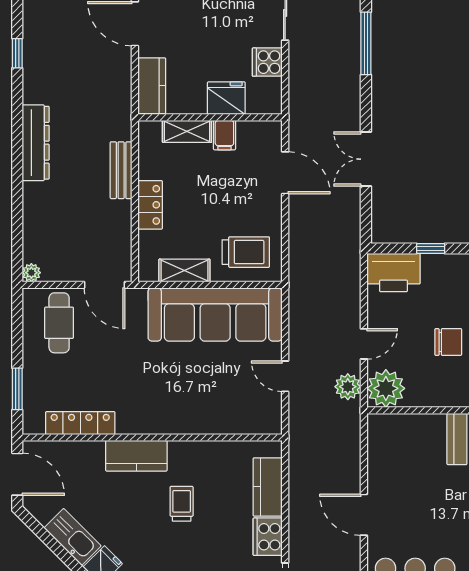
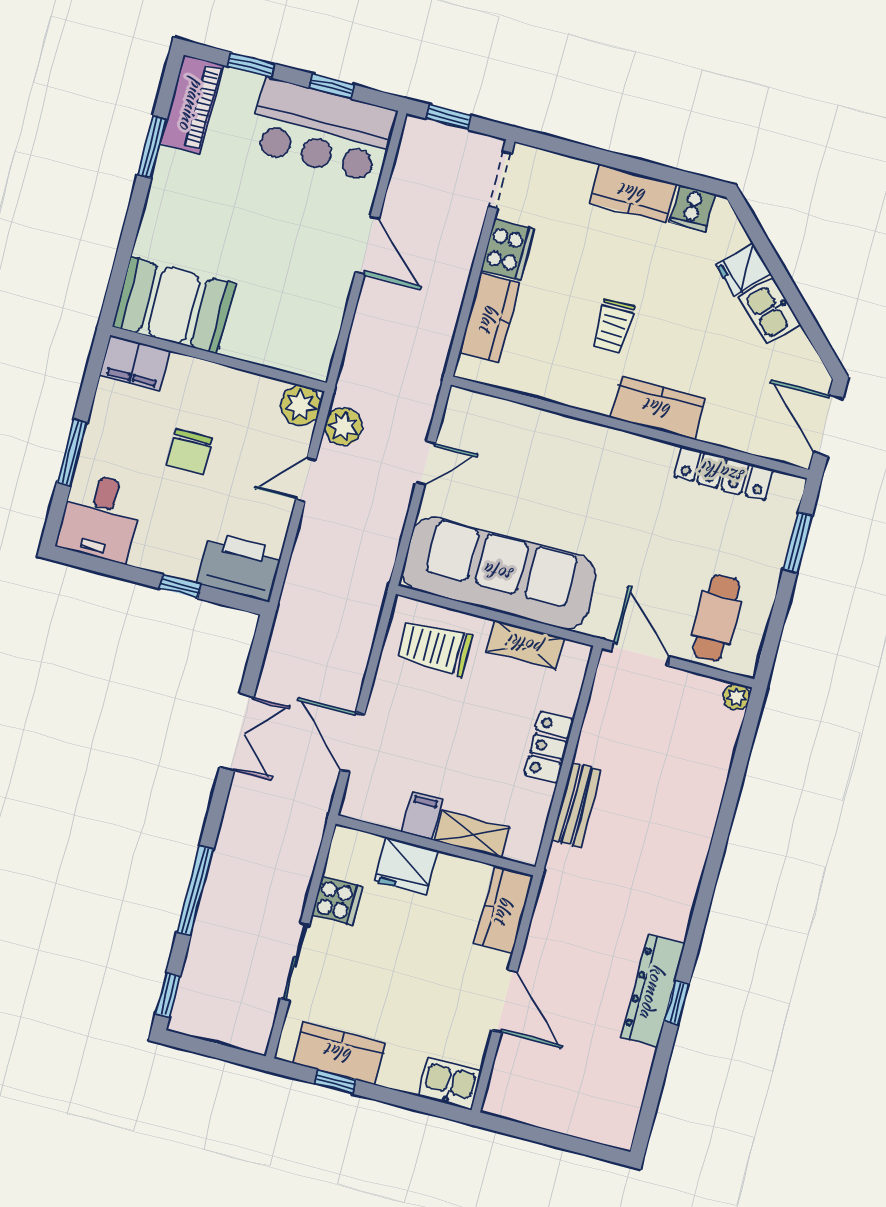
dresser: (36, 143) -> (653, 991), moved
chair: (448, 342) -> (190, 452), turned -90
door: (285, 376) -> (426, 463), hinge flipped
plant: (386, 388) -> (301, 405), width x0.73, depth x0.73
kitchen sink: (72, 537) -> (770, 311), width x0.73

